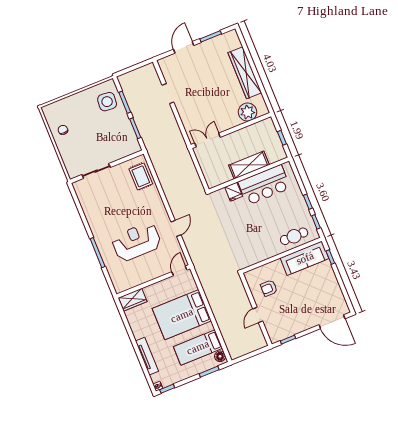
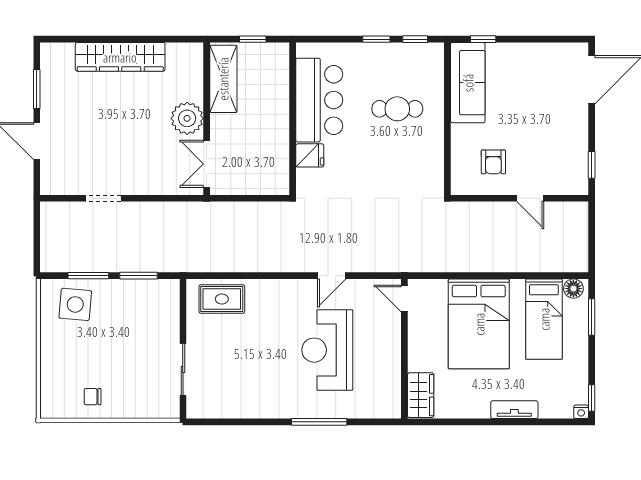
plant: (248, 112) -> (187, 118), moved
shelving: (249, 165) -> (223, 79), moved
door: (176, 228) -> (332, 276), swing flipped
cafe table: (294, 236) -> (397, 109), moved, turned 90
tv unit: (147, 356) -> (514, 410), width x0.71

